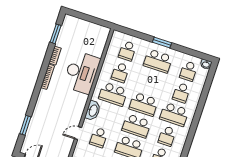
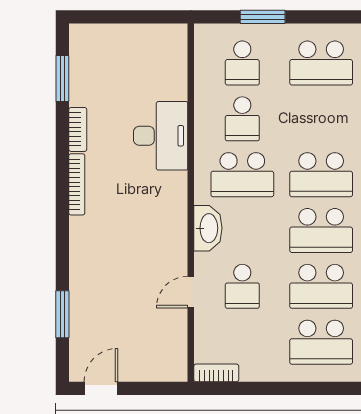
window: (162, 42) -> (263, 17), moved
desk: (82, 72) -> (161, 136), width x0.73, depth x0.77

